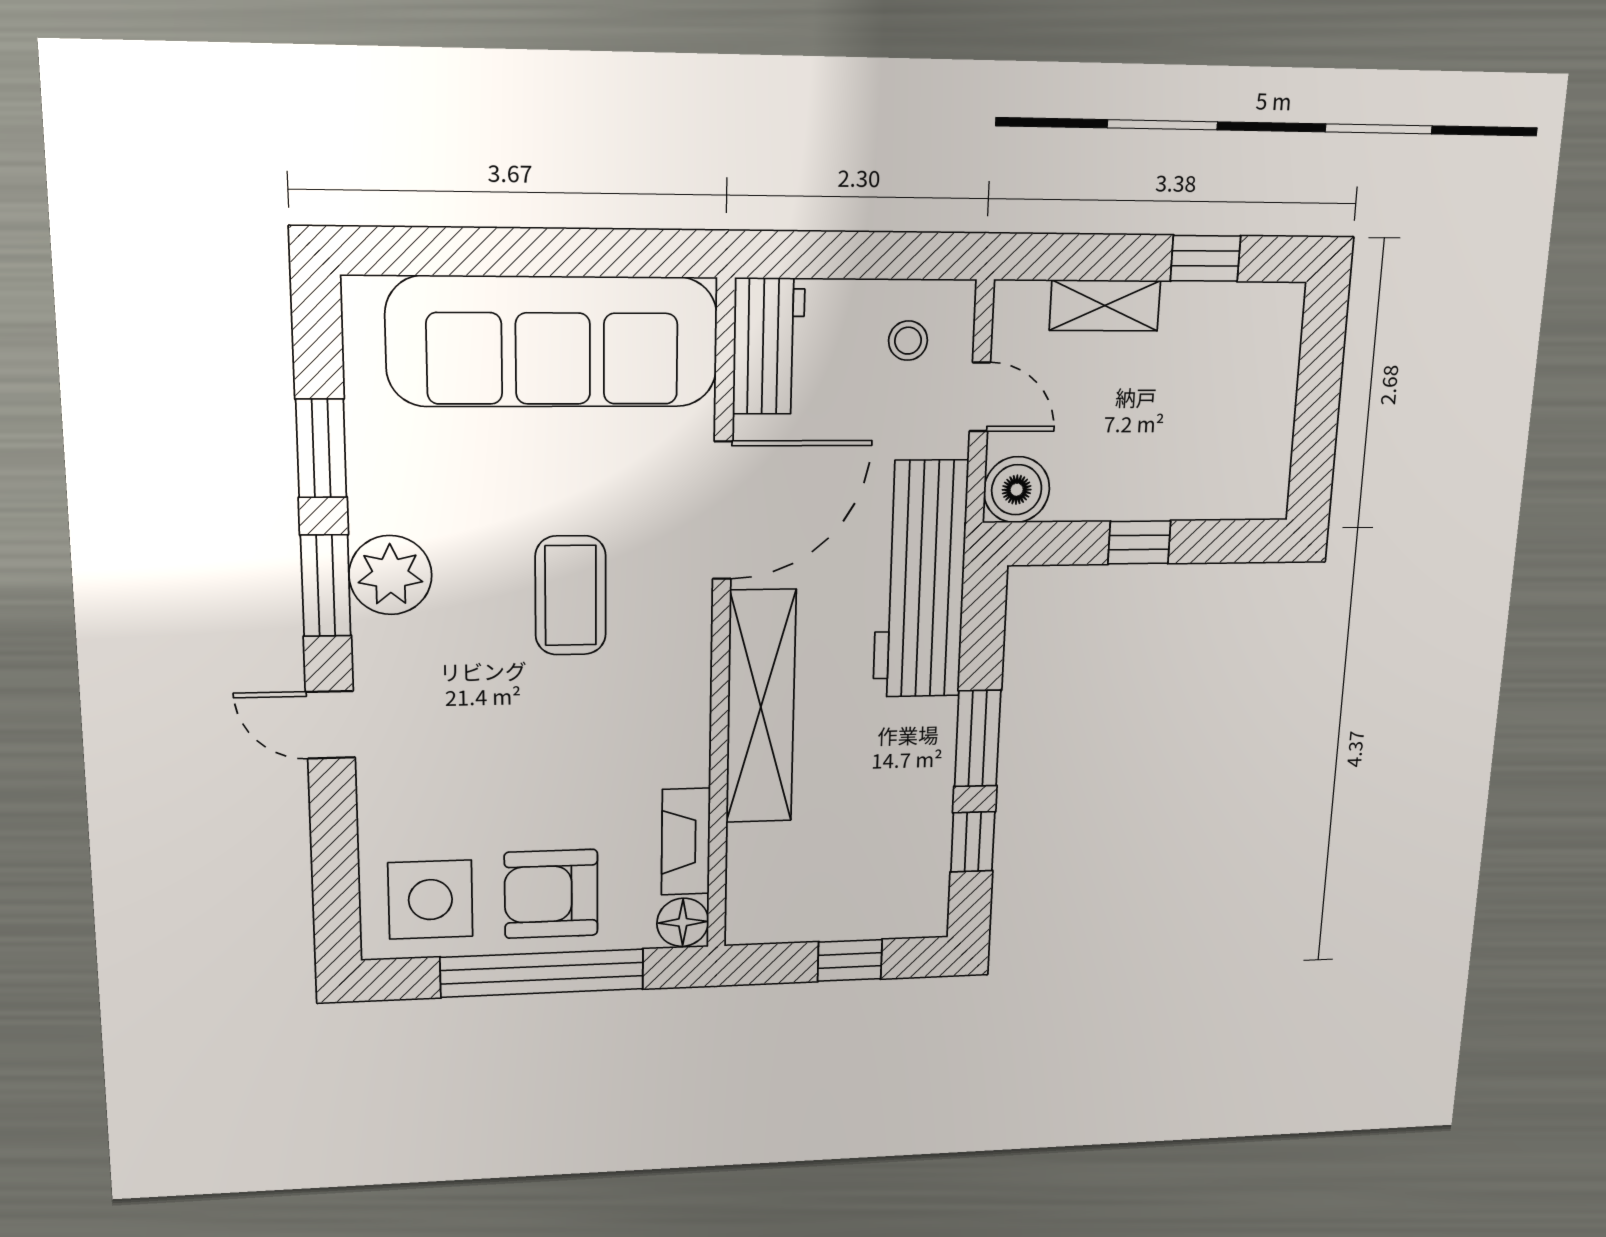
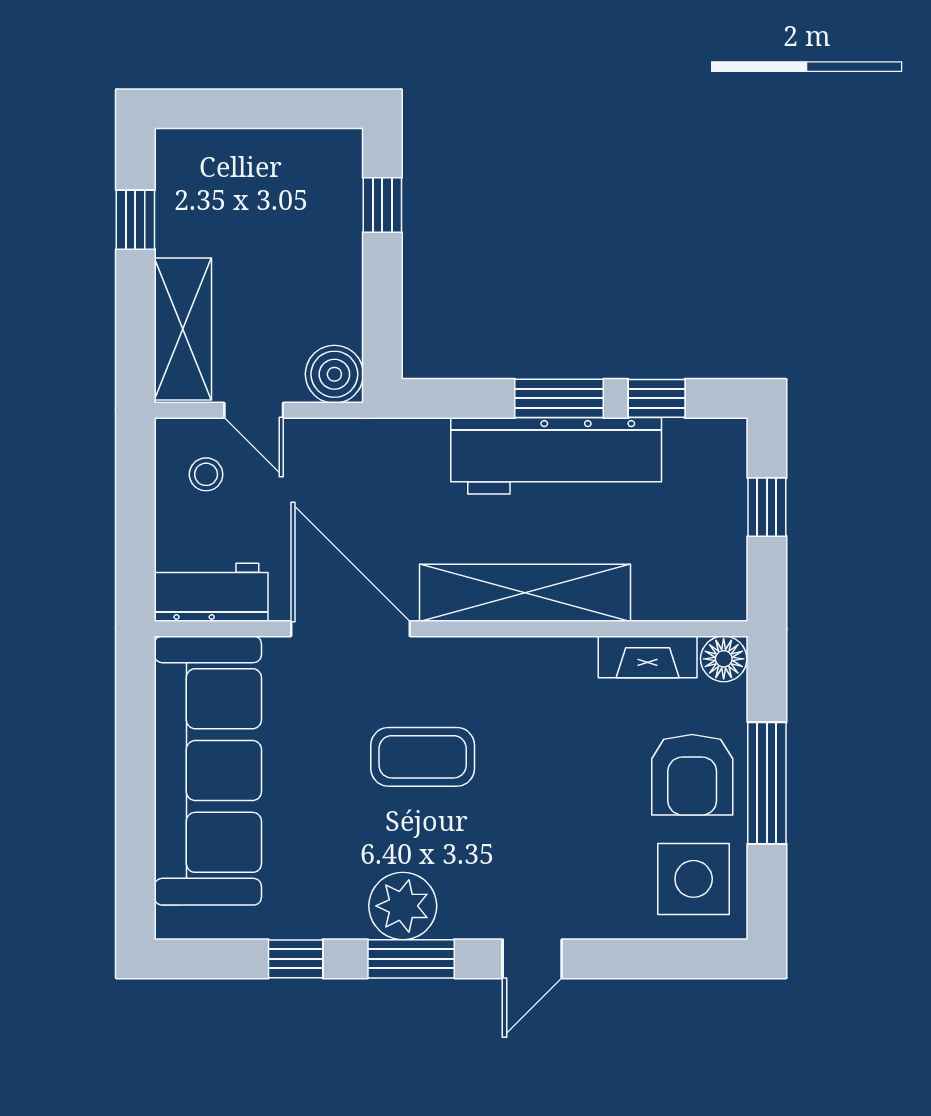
shelving: (1105, 306) -> (183, 329), width x1.50, depth x1.33
door: (980, 397) -> (254, 410), swing flipped
window: (321, 448) -> (296, 959), width x0.67
window: (1139, 542) -> (382, 205), moved
workbench: (920, 580) -> (556, 456), moved
window: (542, 973) -> (767, 783), width x0.68

